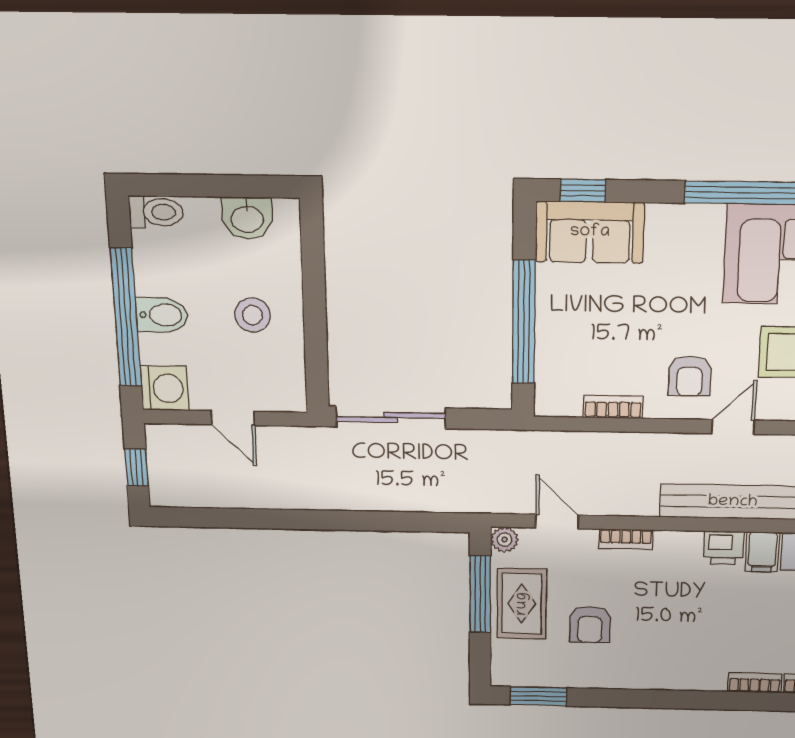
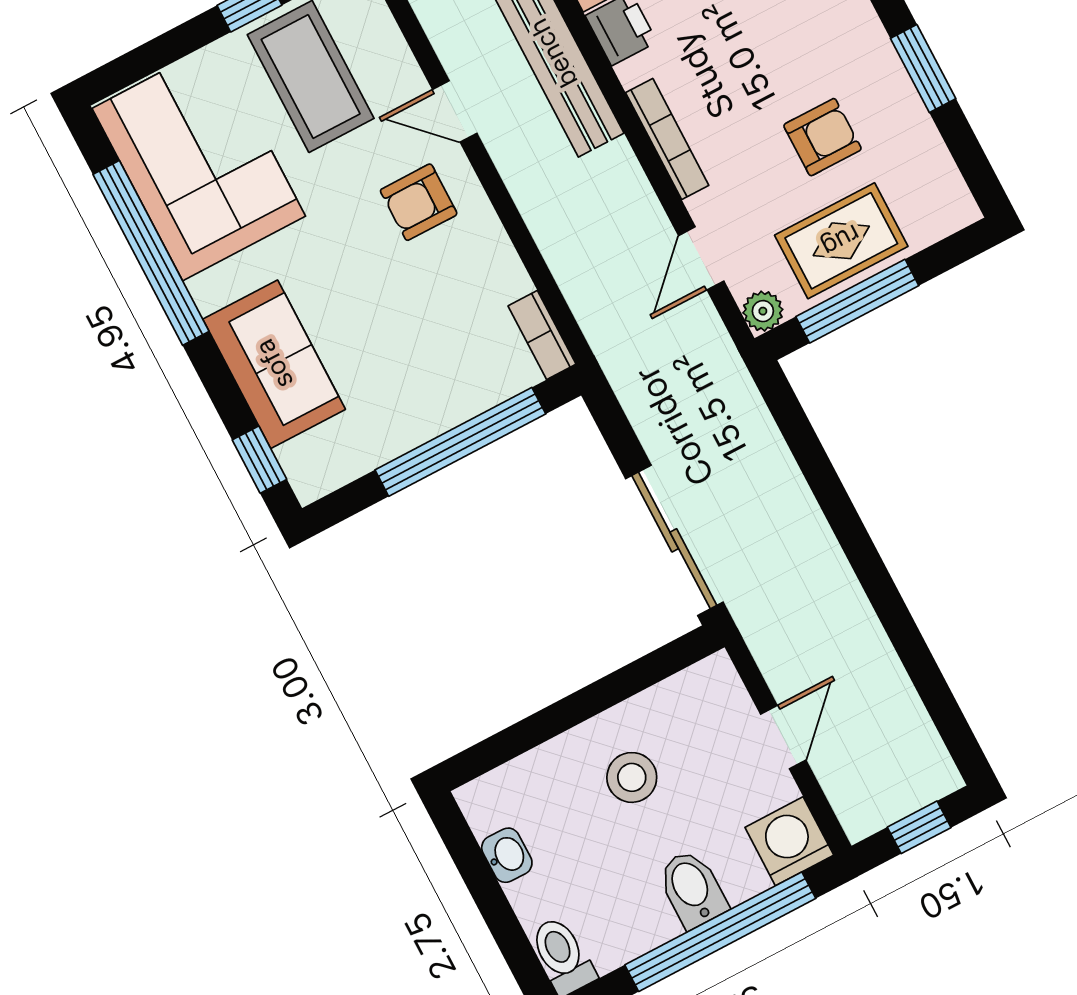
washbasin: (247, 218) -> (507, 855), width x0.72, depth x0.69
sofa: (590, 232) -> (274, 364), moved
armchair: (690, 376) -> (419, 202), turned 180
bookcase: (613, 407) -> (542, 335), moved
bookcase: (626, 539) -> (667, 139), width x1.56
window: (538, 696) -> (923, 68), moved

